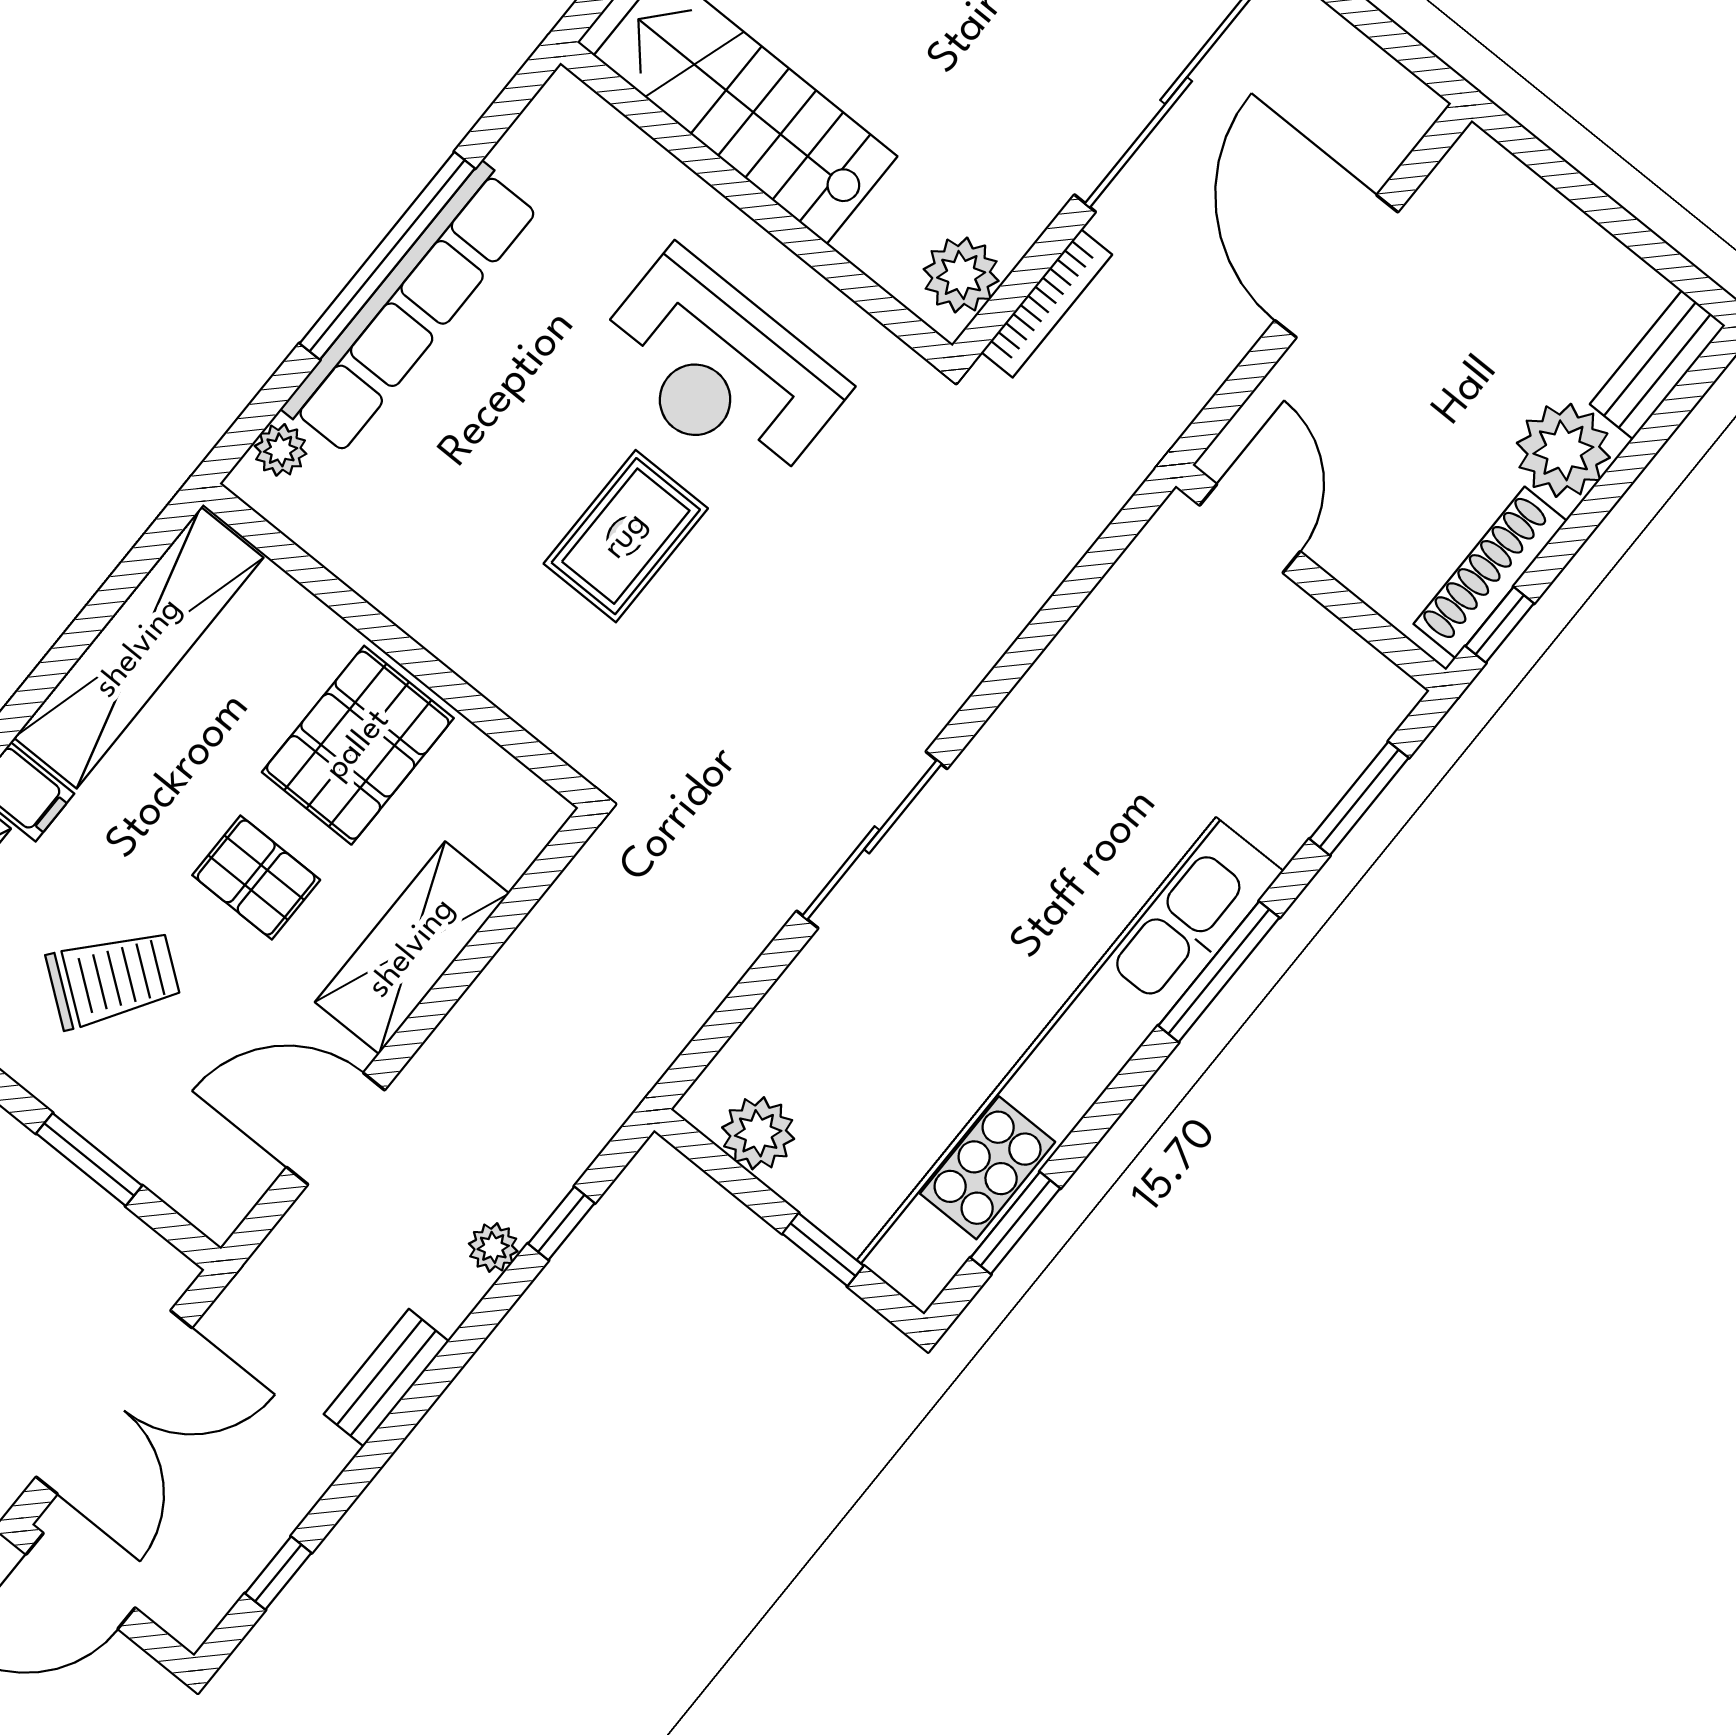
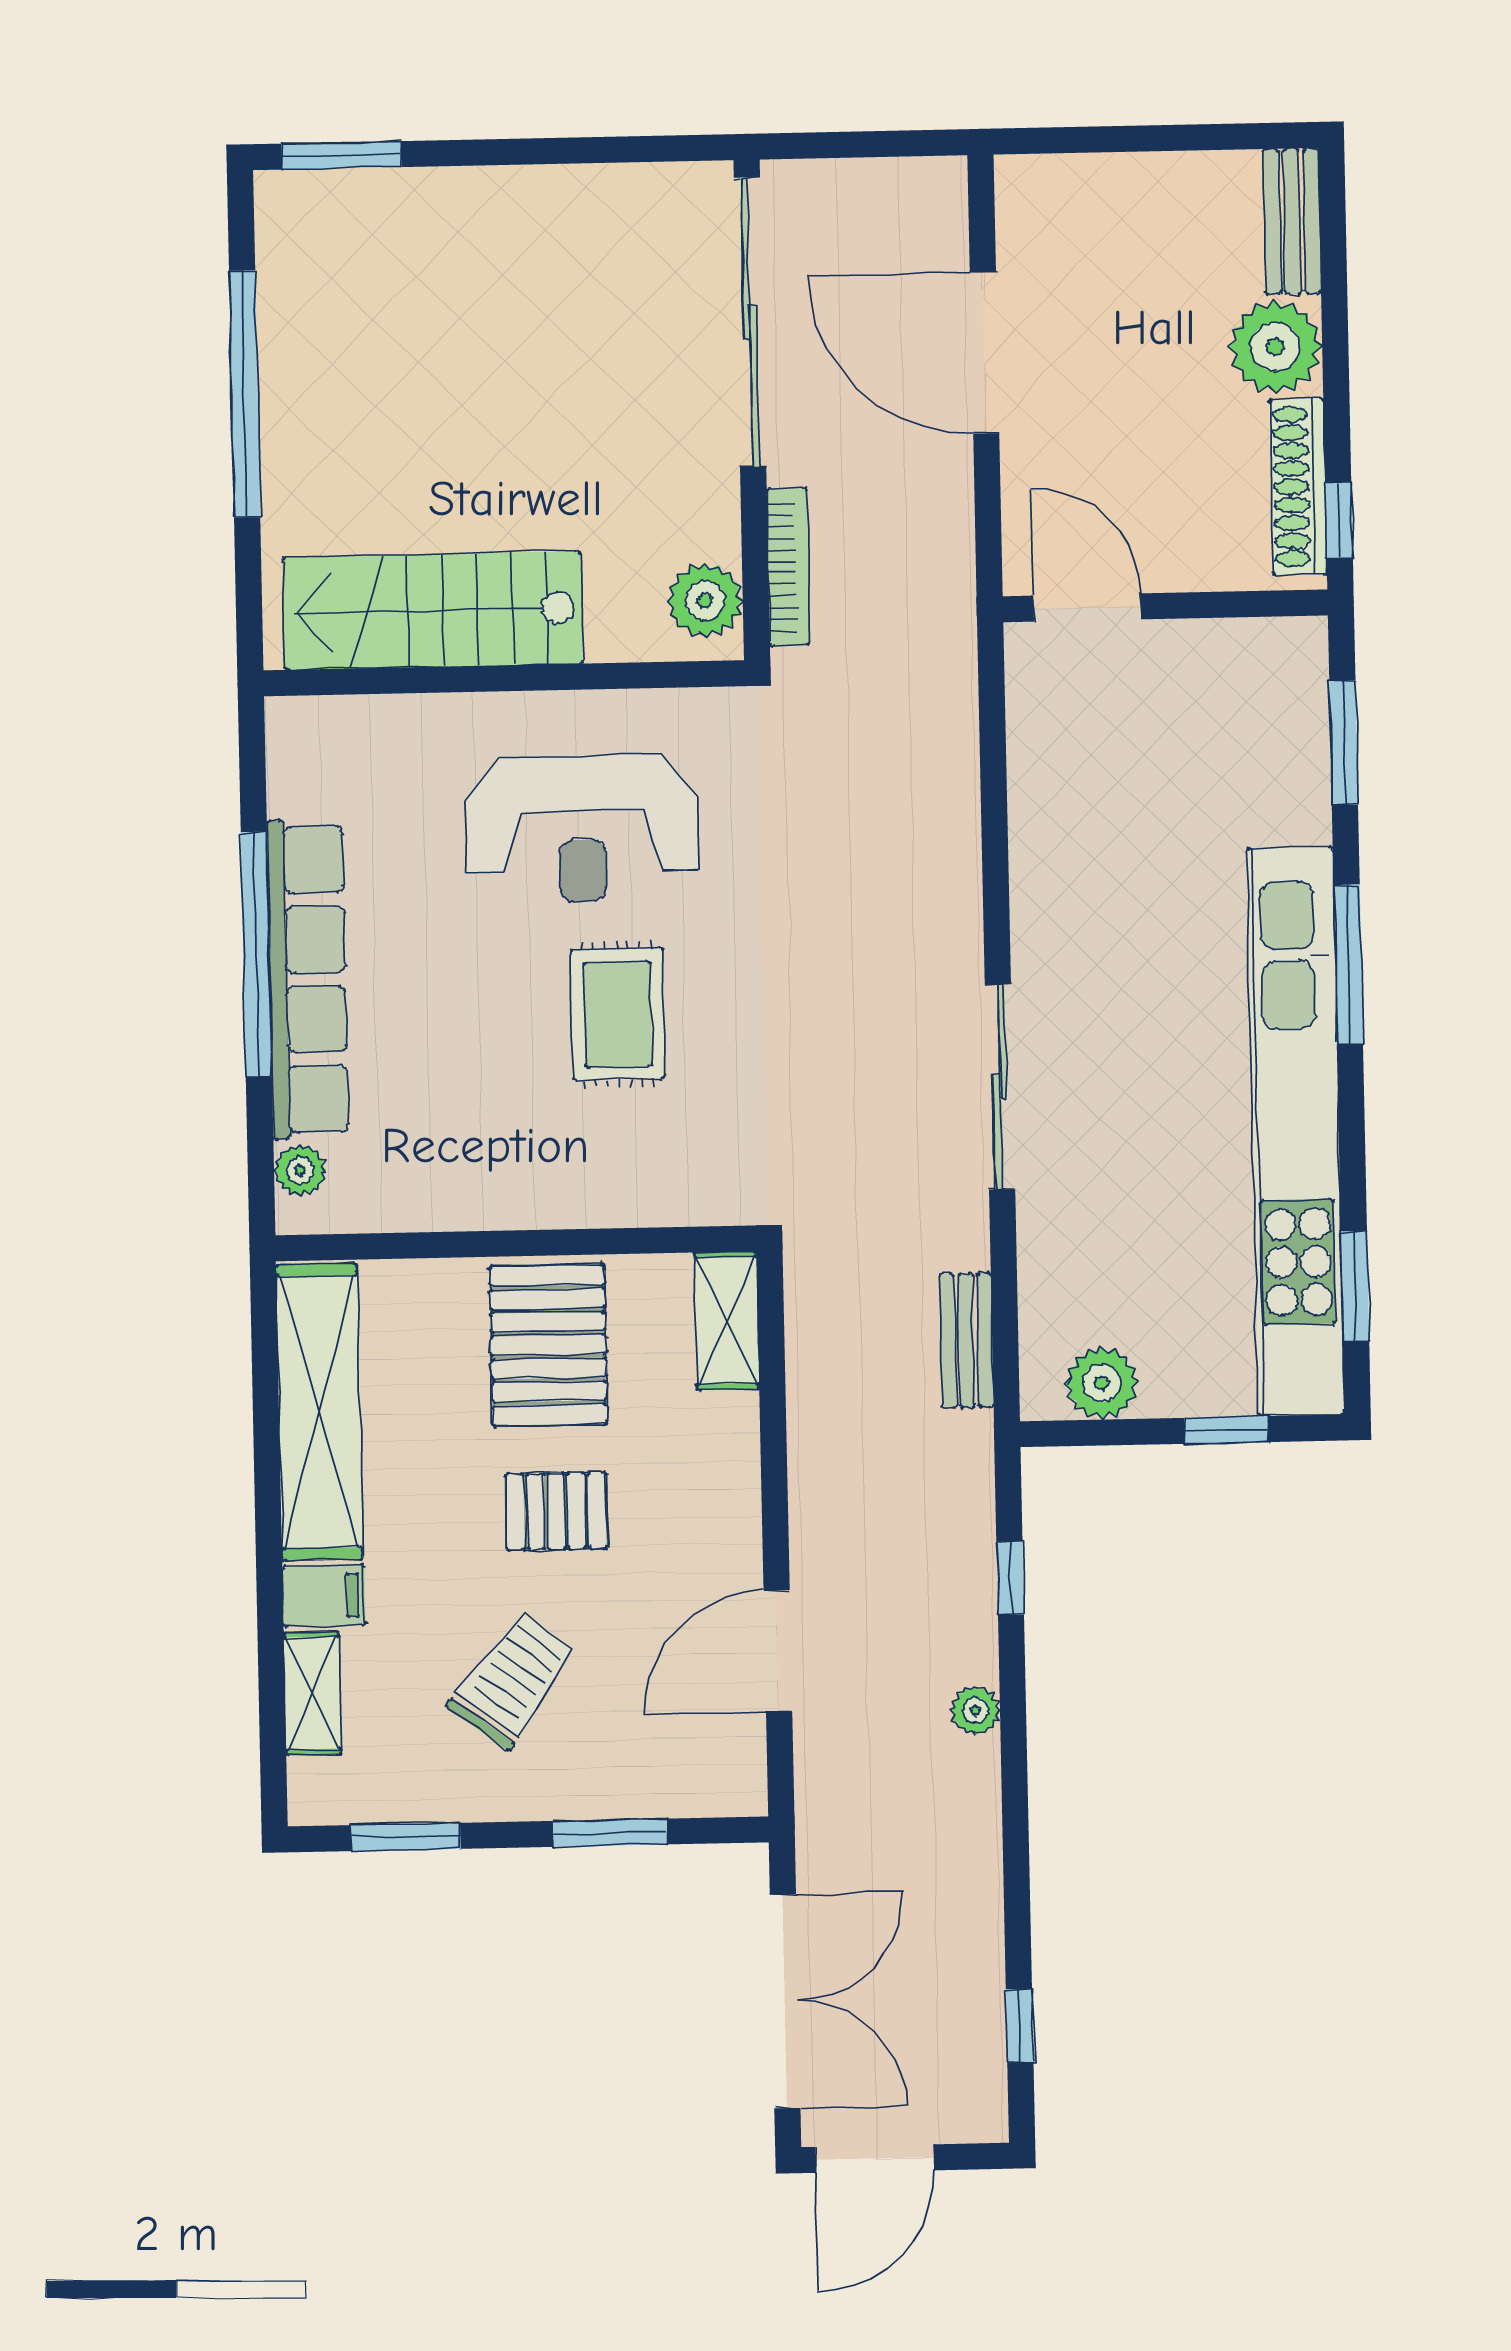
shelving: (412, 948) -> (727, 1321), moved, width x0.67, depth x0.75
plant: (493, 1247) -> (975, 1710), moved
bench: (386, 1378) -> (967, 1340), moved

